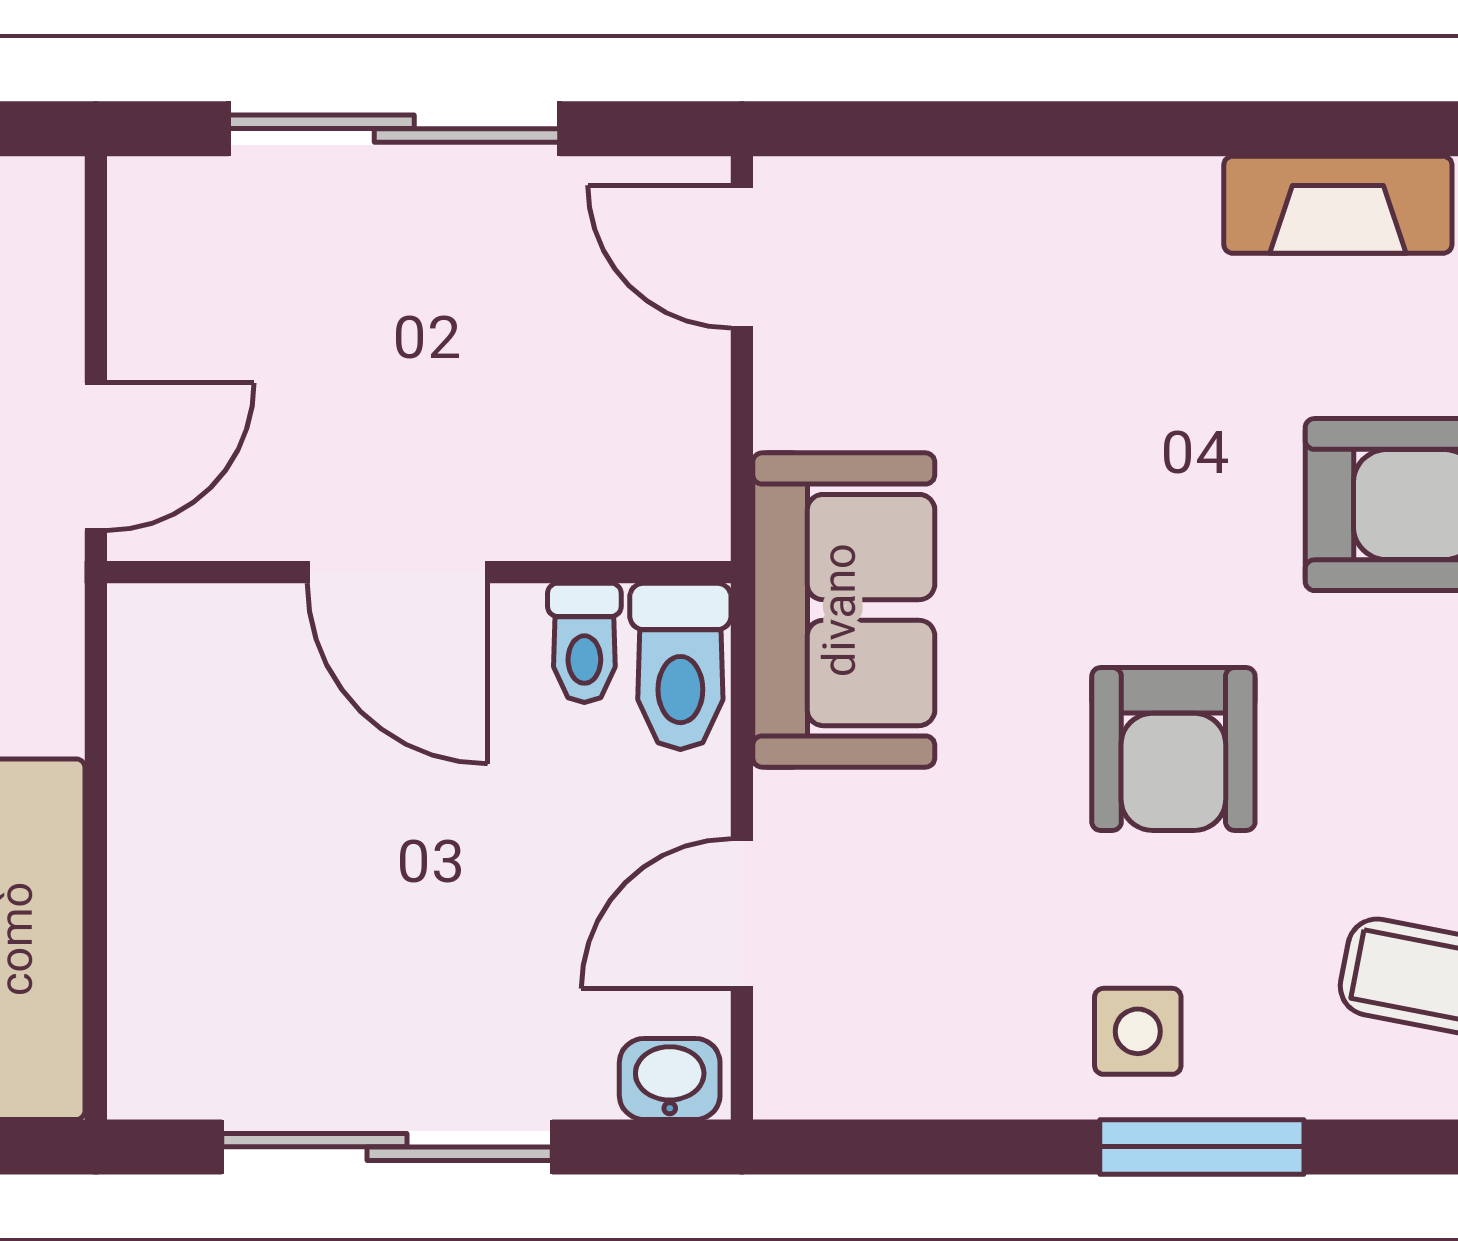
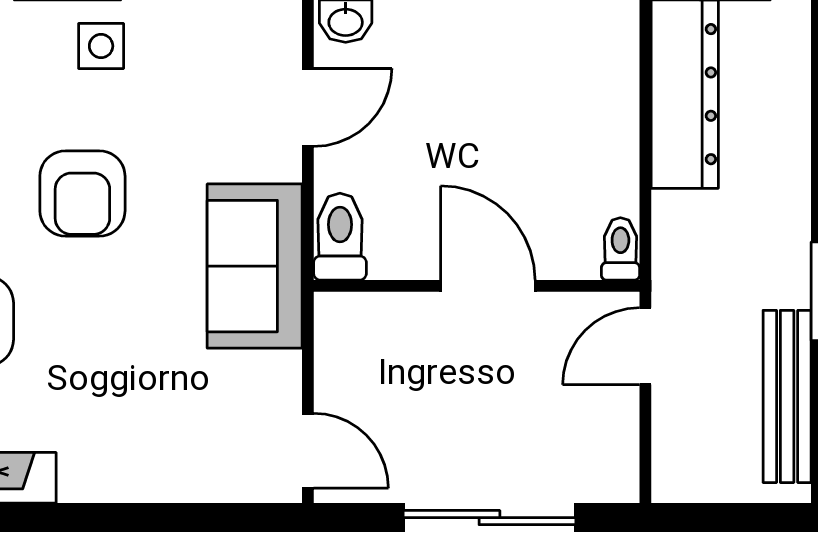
toilet: (584, 643) -> (620, 249), moved
armchair: (1173, 749) -> (82, 193), turned 180

